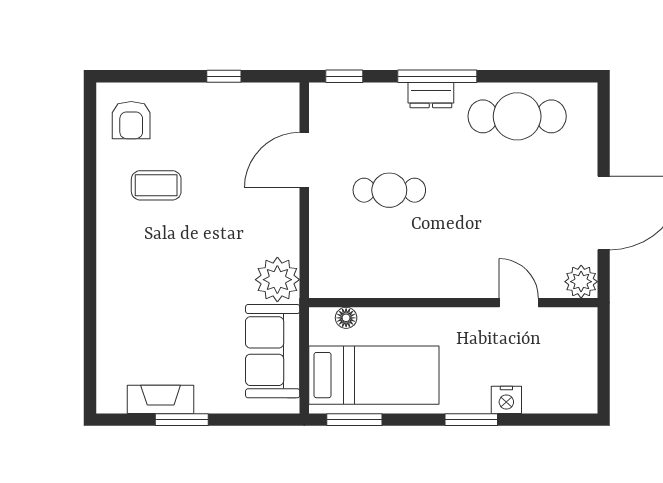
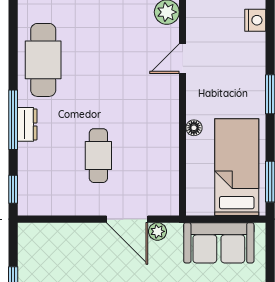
door: (304, 160) -> (127, 219), moved
plant: (277, 280) -> (157, 231), width x0.53, depth x0.53
floor lamp: (346, 318) -> (194, 128), moved
nightstand: (506, 400) -> (255, 20), moved

